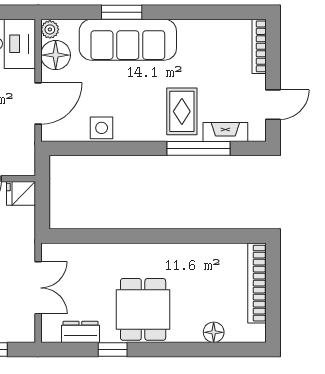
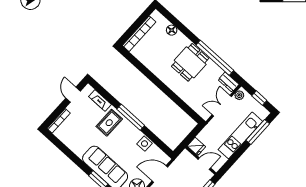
door: (273, 105) -> (73, 95), hinge flipped
window: (199, 148) -> (131, 117), moved
plant: (26, 327) -> (239, 95), added
dresser: (80, 332) -> (229, 82), moved
window: (113, 349) -> (215, 58), width x3.17

